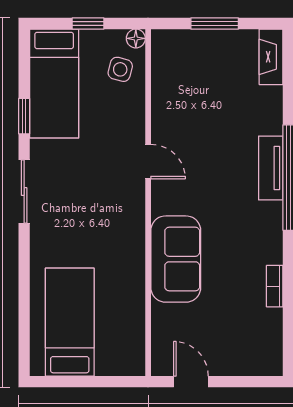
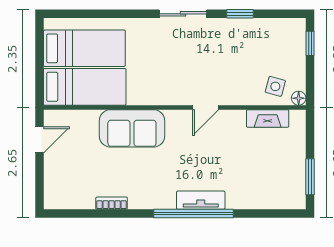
window: (88, 24) -> (310, 43), moved
window: (215, 24) -> (310, 177), moved
fireplace: (271, 57) -> (268, 118), moved, turned 180
bed: (54, 83) -> (85, 87), moved, turned 180

